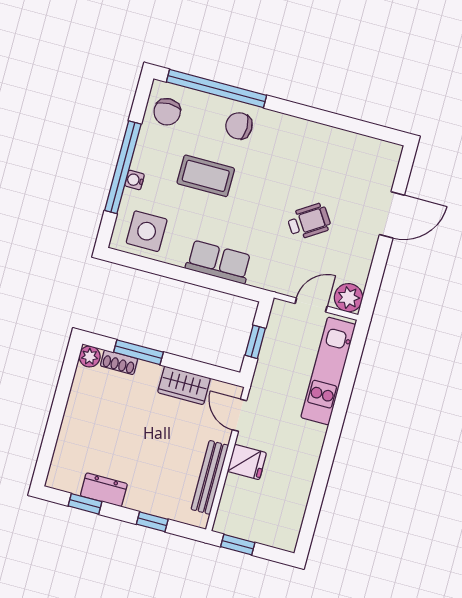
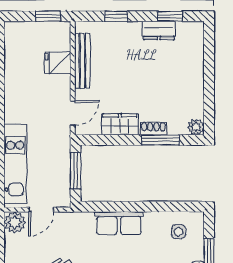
side table: (147, 231) -> (179, 232), width x0.54, depth x0.54
window: (255, 342) -> (76, 171), width x1.50
shoe rack: (119, 362) -> (153, 128), moved
door: (239, 415) -> (73, 113), hinge flipped
fridge: (247, 462) -> (58, 63), moved

